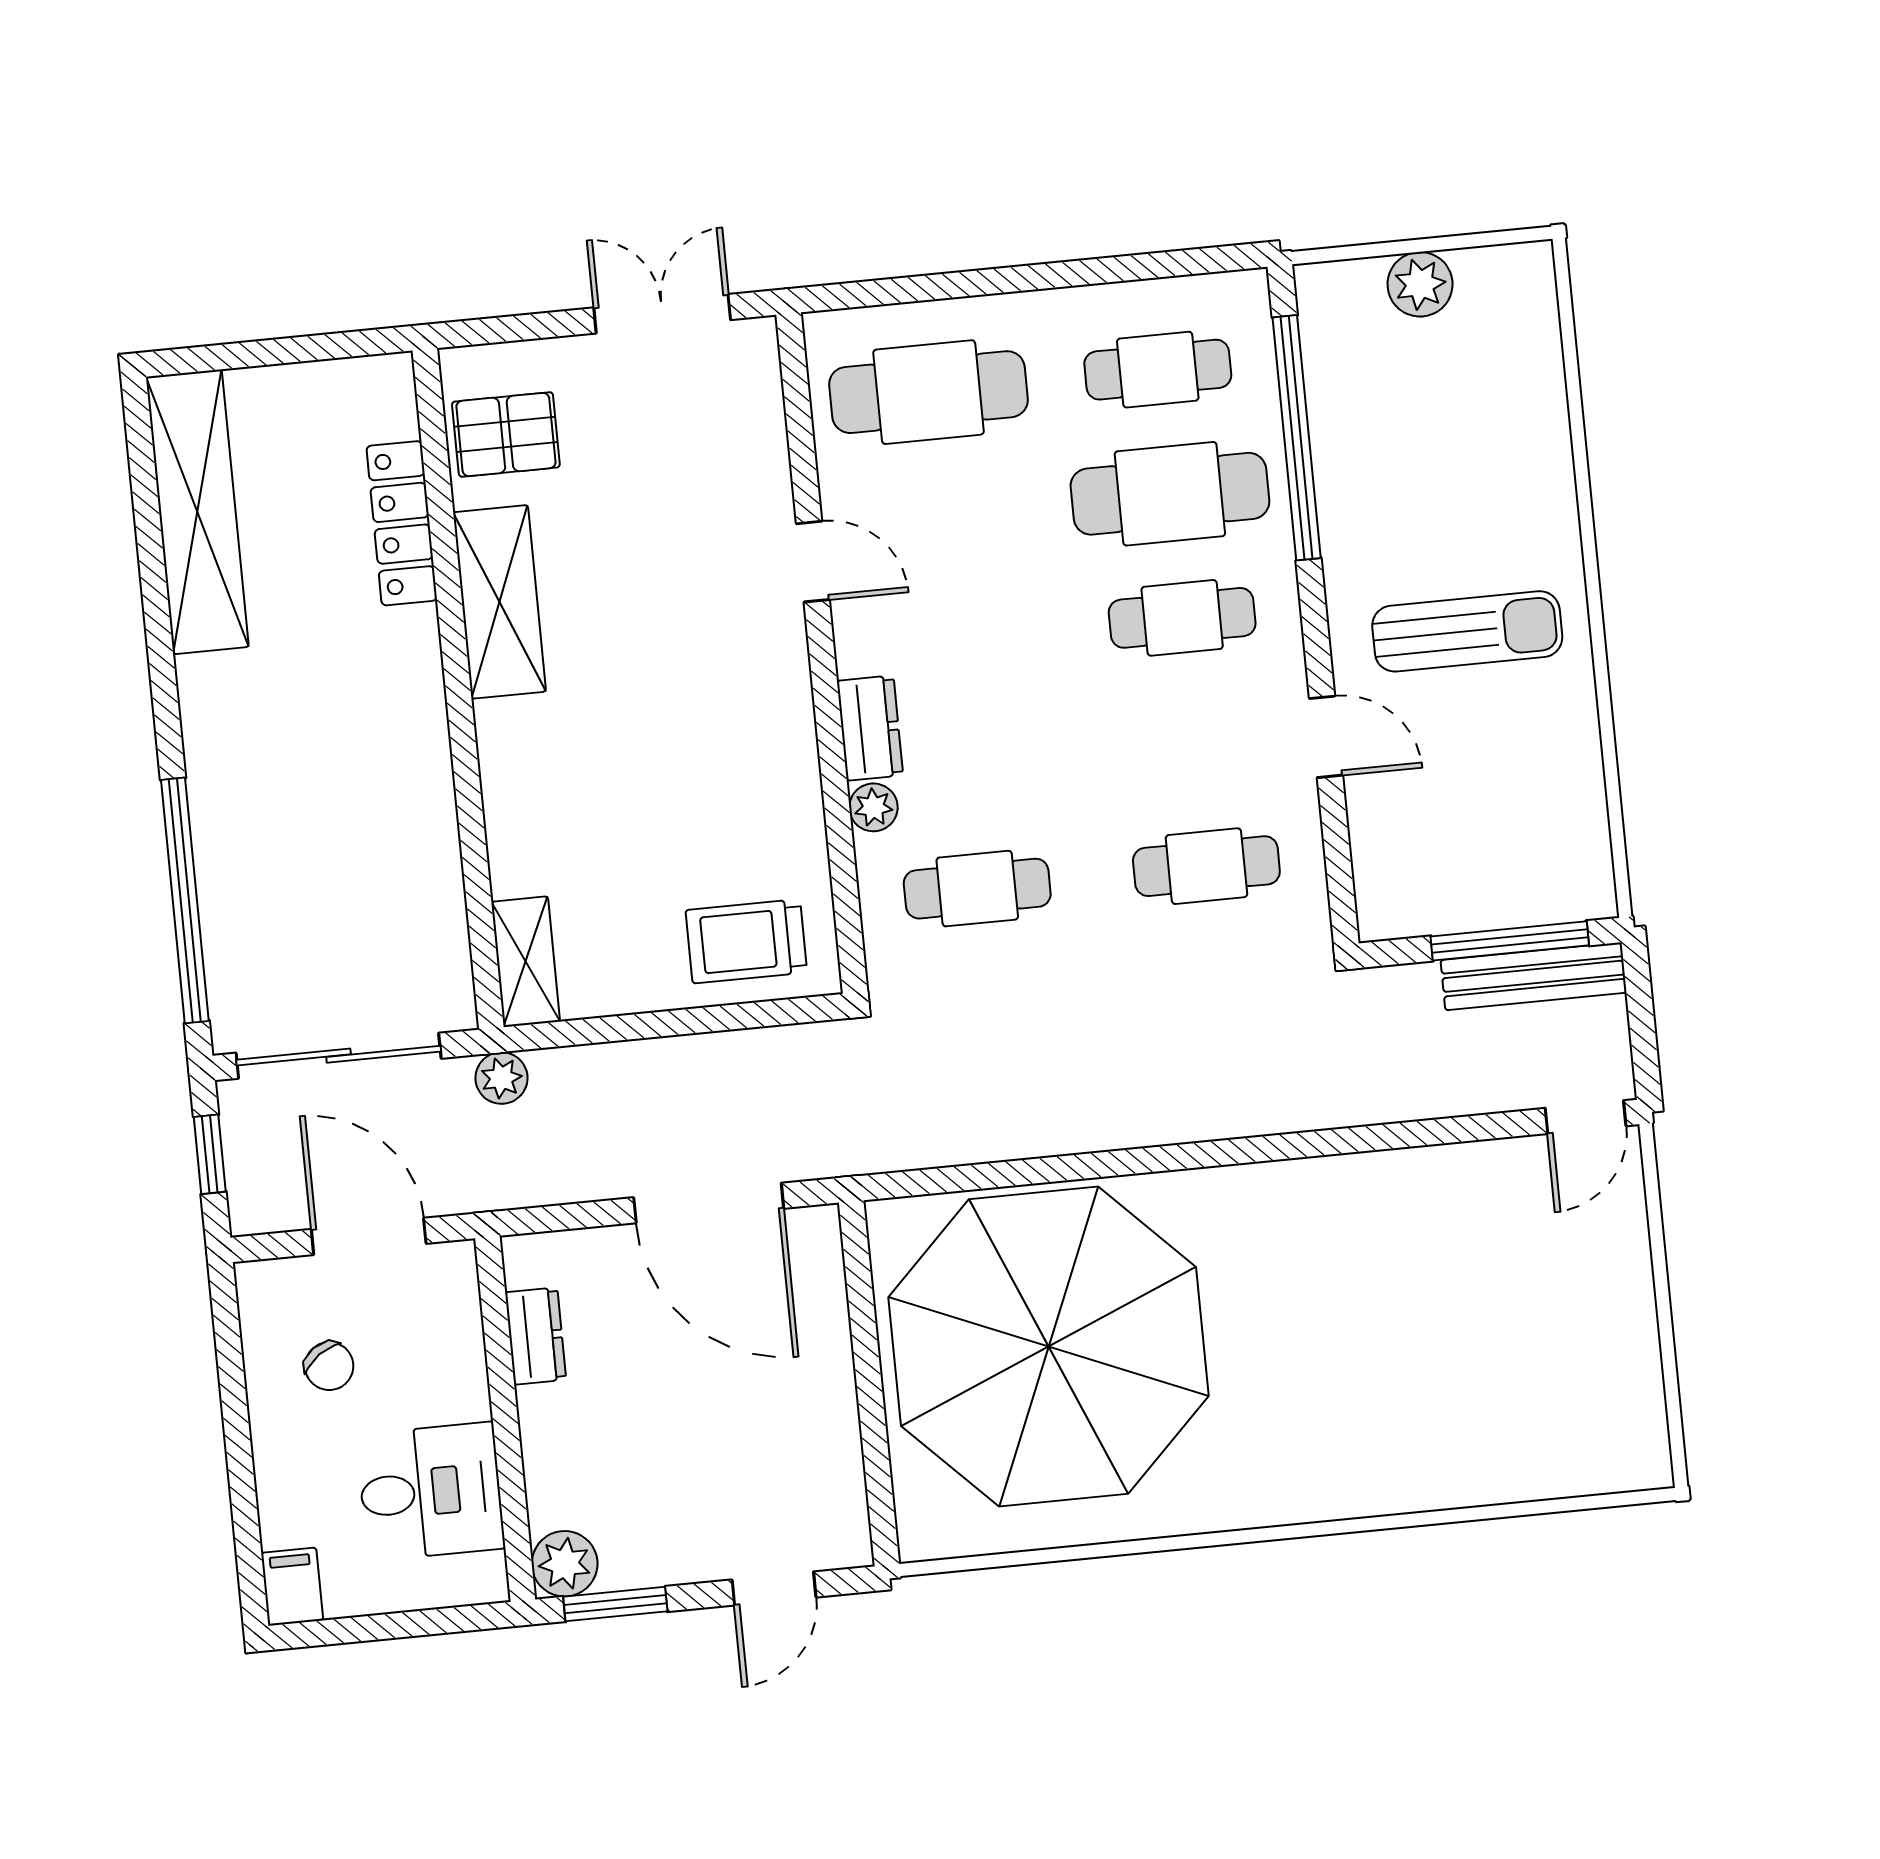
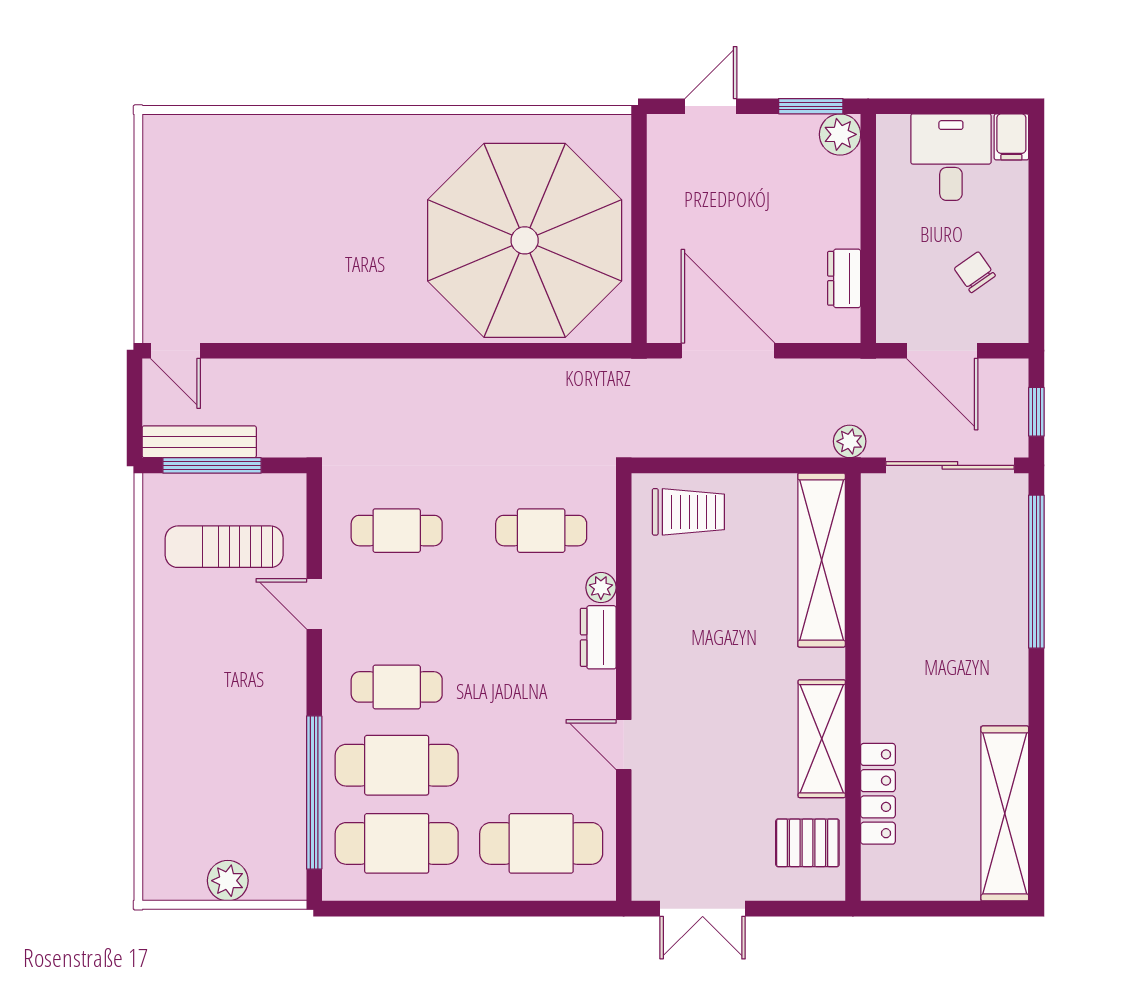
cafe table: (1158, 370) -> (397, 843), width x1.37, depth x1.35
sun lounger: (1467, 631) -> (224, 547), moved
shelving: (526, 962) -> (822, 560), width x2.20, depth x1.33
door: (1586, 1117) -> (175, 351), swing flipped
desk: (431, 1492) -> (951, 157), moved, turned 90

